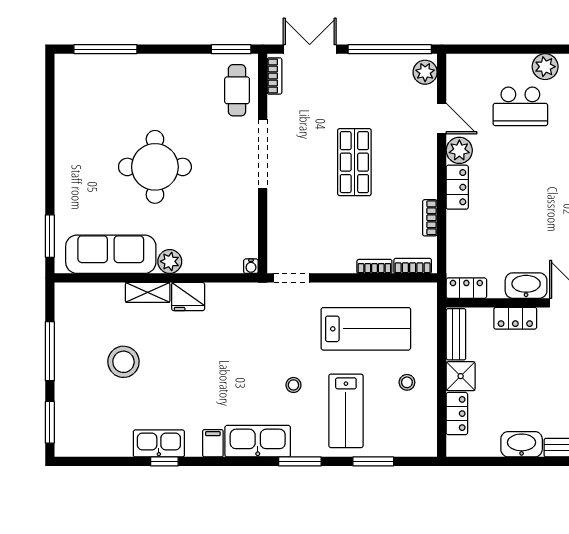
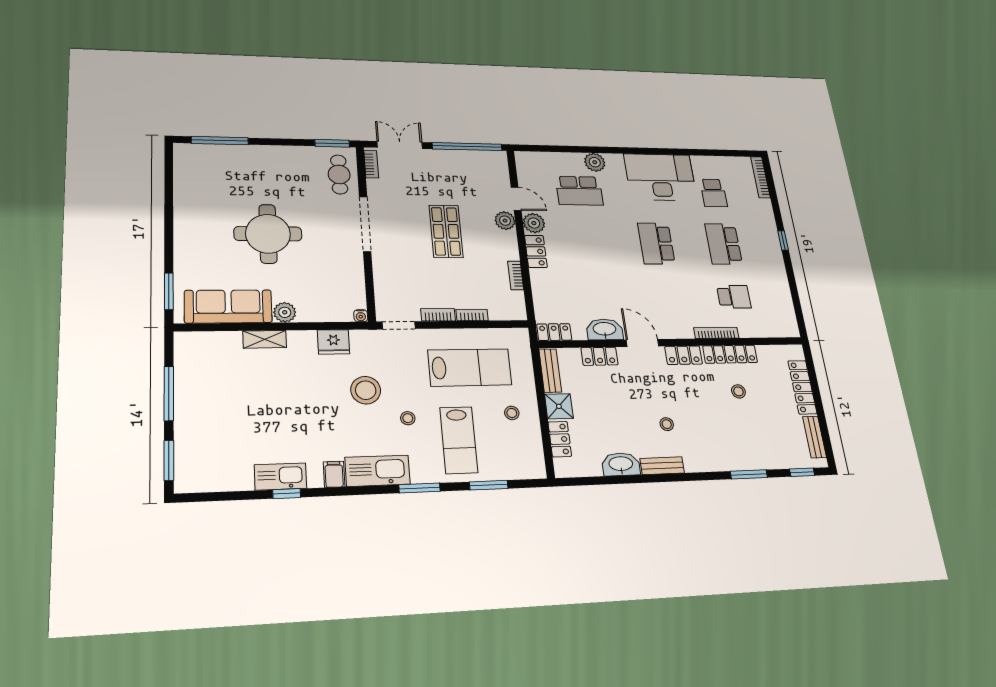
plant: (425, 72) -> (505, 221), moved
bookcase: (413, 266) -> (438, 315), moved
fridge: (188, 297) -> (333, 342), moved
stool: (123, 362) -> (366, 390), moved

